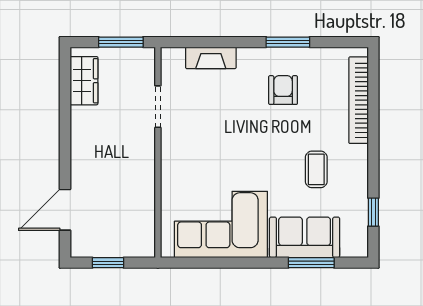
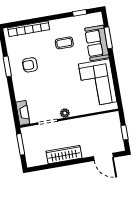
fireplace: (211, 58) -> (23, 113), moved
wardrobe: (84, 81) -> (64, 155), moved, width x1.50
plant: (170, 145) -> (65, 113), added

